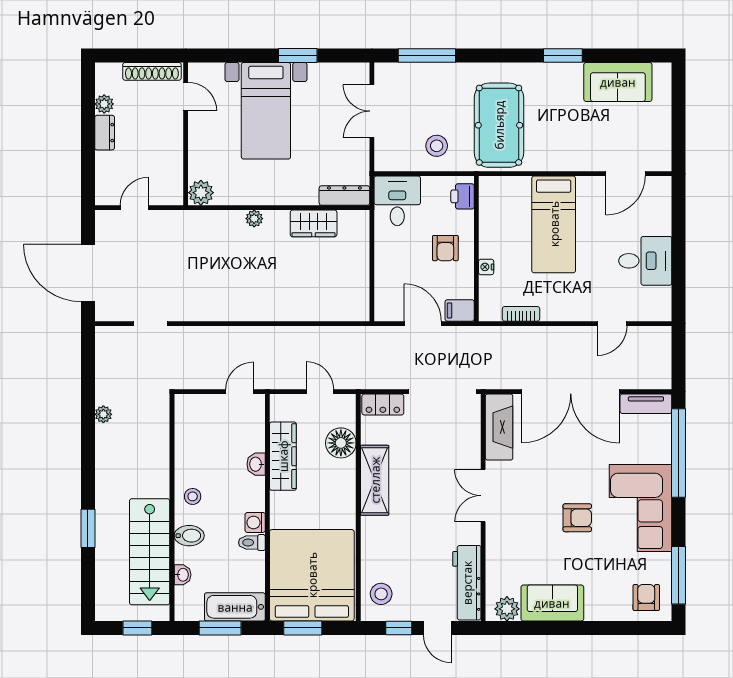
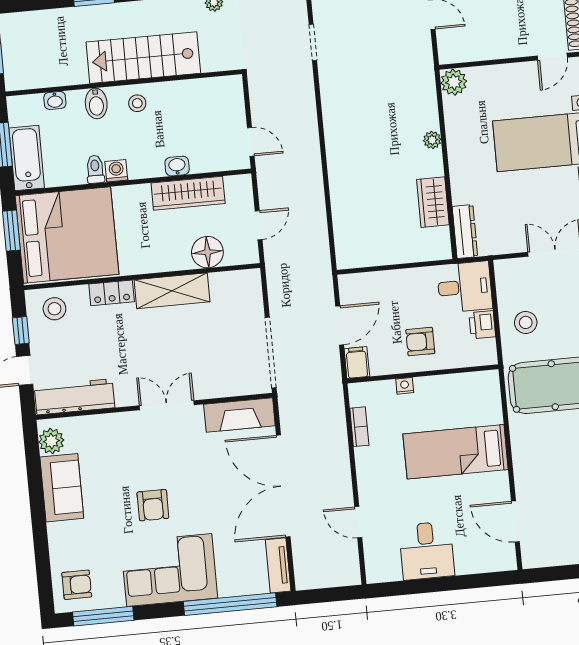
printer: (463, 196) -> (482, 325), moved, turned -90
locker: (383, 405) -> (112, 293), moved, turned -90
stairs: (150, 552) -> (143, 58), moved

